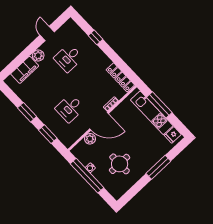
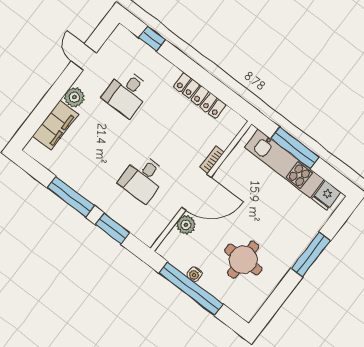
window: (96, 37) -> (152, 39), moved
locker: (120, 77) -> (200, 96), moved
window: (27, 112) -> (71, 197), width x1.44

